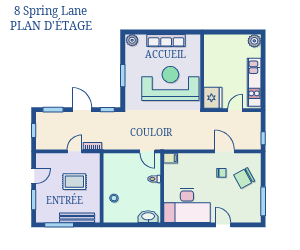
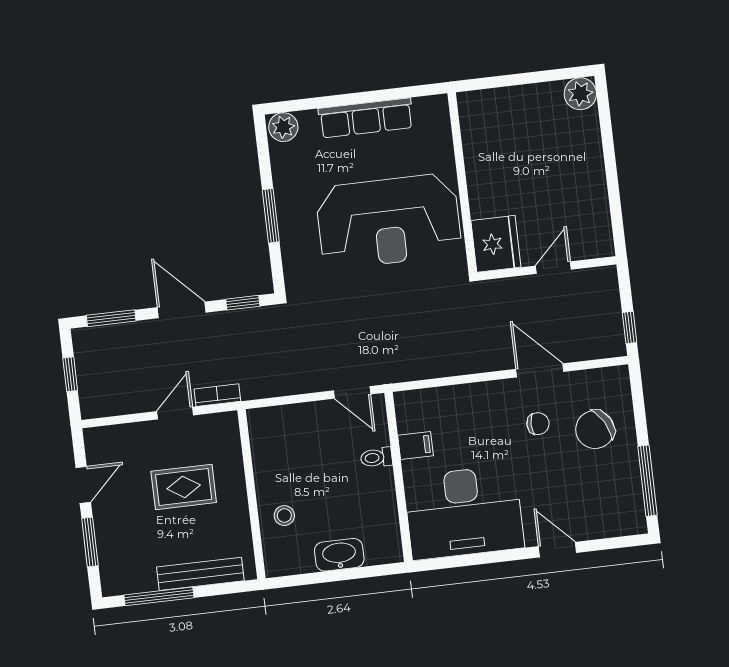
kitchen unit: (254, 82) -> (592, 194), removed
reception desk: (170, 83) -> (389, 221), turned 180
filing cabinet: (171, 158) -> (415, 445), moved
washbasin: (148, 217) -> (339, 555), moved

